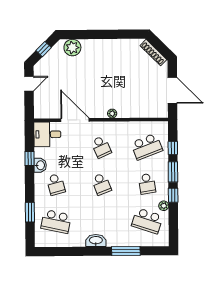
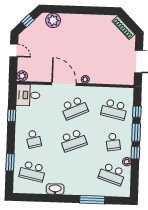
door: (29, 84) -> (14, 50), hinge flipped
plant: (40, 113) -> (22, 76), added
door: (75, 120) -> (64, 84), moved
school desk: (101, 147) -> (74, 108), width x1.85
school desk: (147, 147) -> (114, 109), turned 33
washbasin: (40, 165) -> (21, 122), removed
school desk: (101, 184) -> (73, 140), width x1.85
washbasin: (96, 241) -> (55, 189), moved

